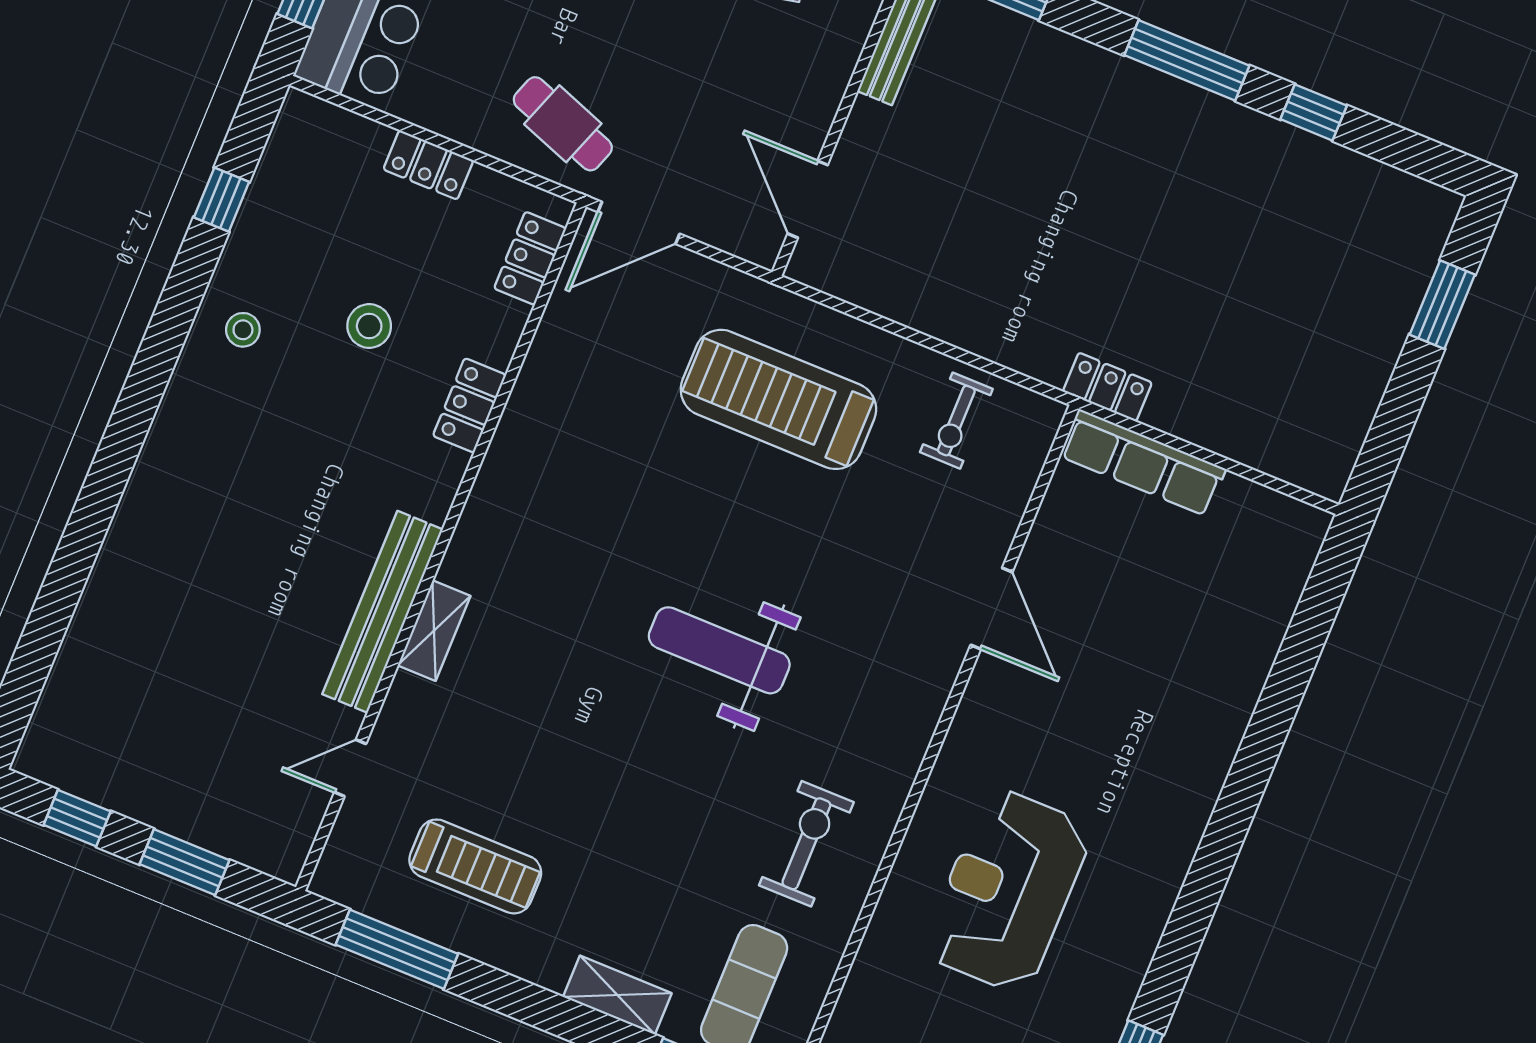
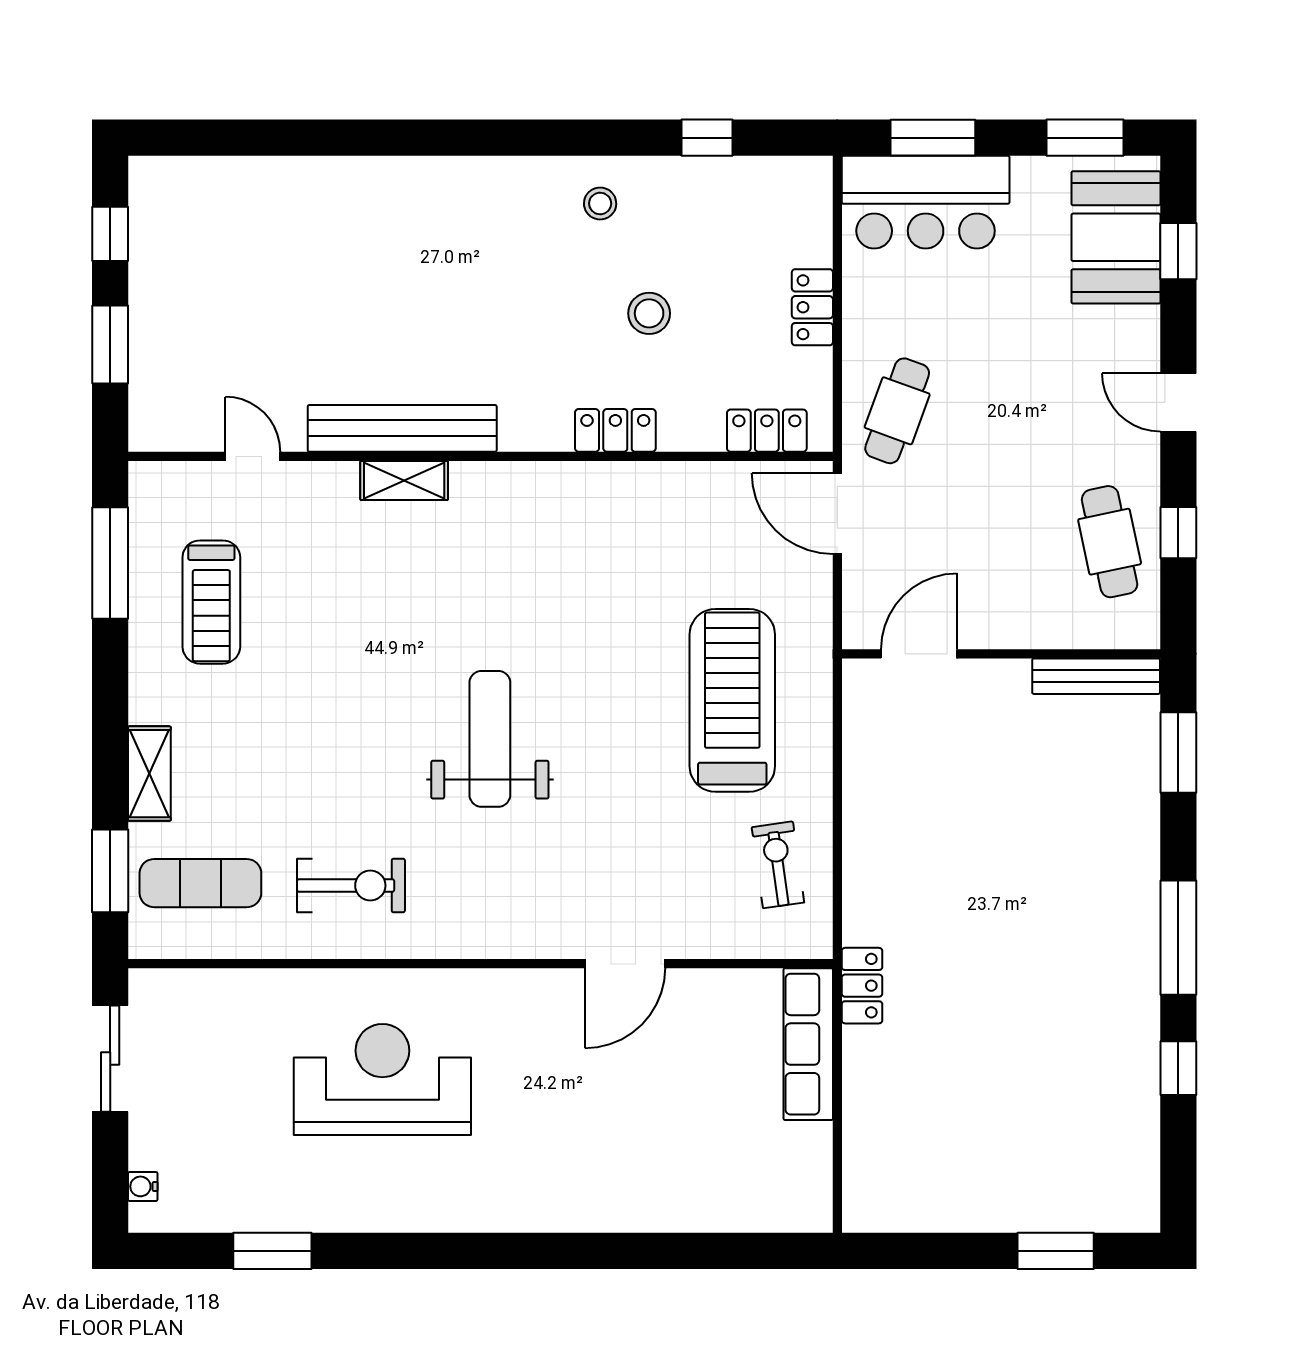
exercise bike: (956, 421) -> (778, 865), turned 82

